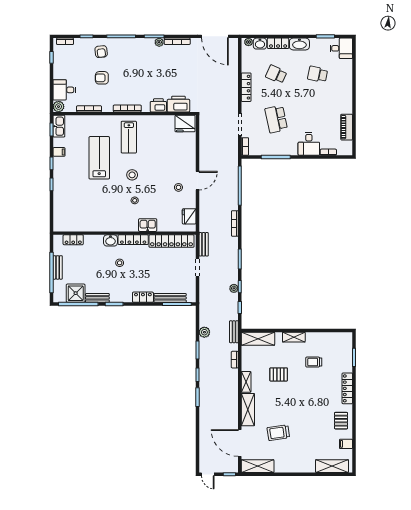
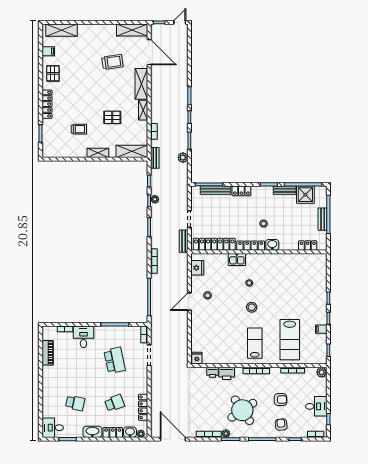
round table: (142, 67) -> (242, 410), added
school desk: (276, 74) -> (115, 403), turned -45
locker: (246, 87) -> (143, 407), moved
desk: (64, 90) -> (316, 406), moved
printer: (178, 104) -> (212, 372), width x0.53, depth x0.68
fridge: (185, 124) -> (197, 358), width x0.53, depth x0.75
kitchen sink: (59, 126) -> (321, 354), removed
lab bench: (99, 158) -> (290, 340), moved
door: (208, 474) -> (180, 22), hinge flipped

